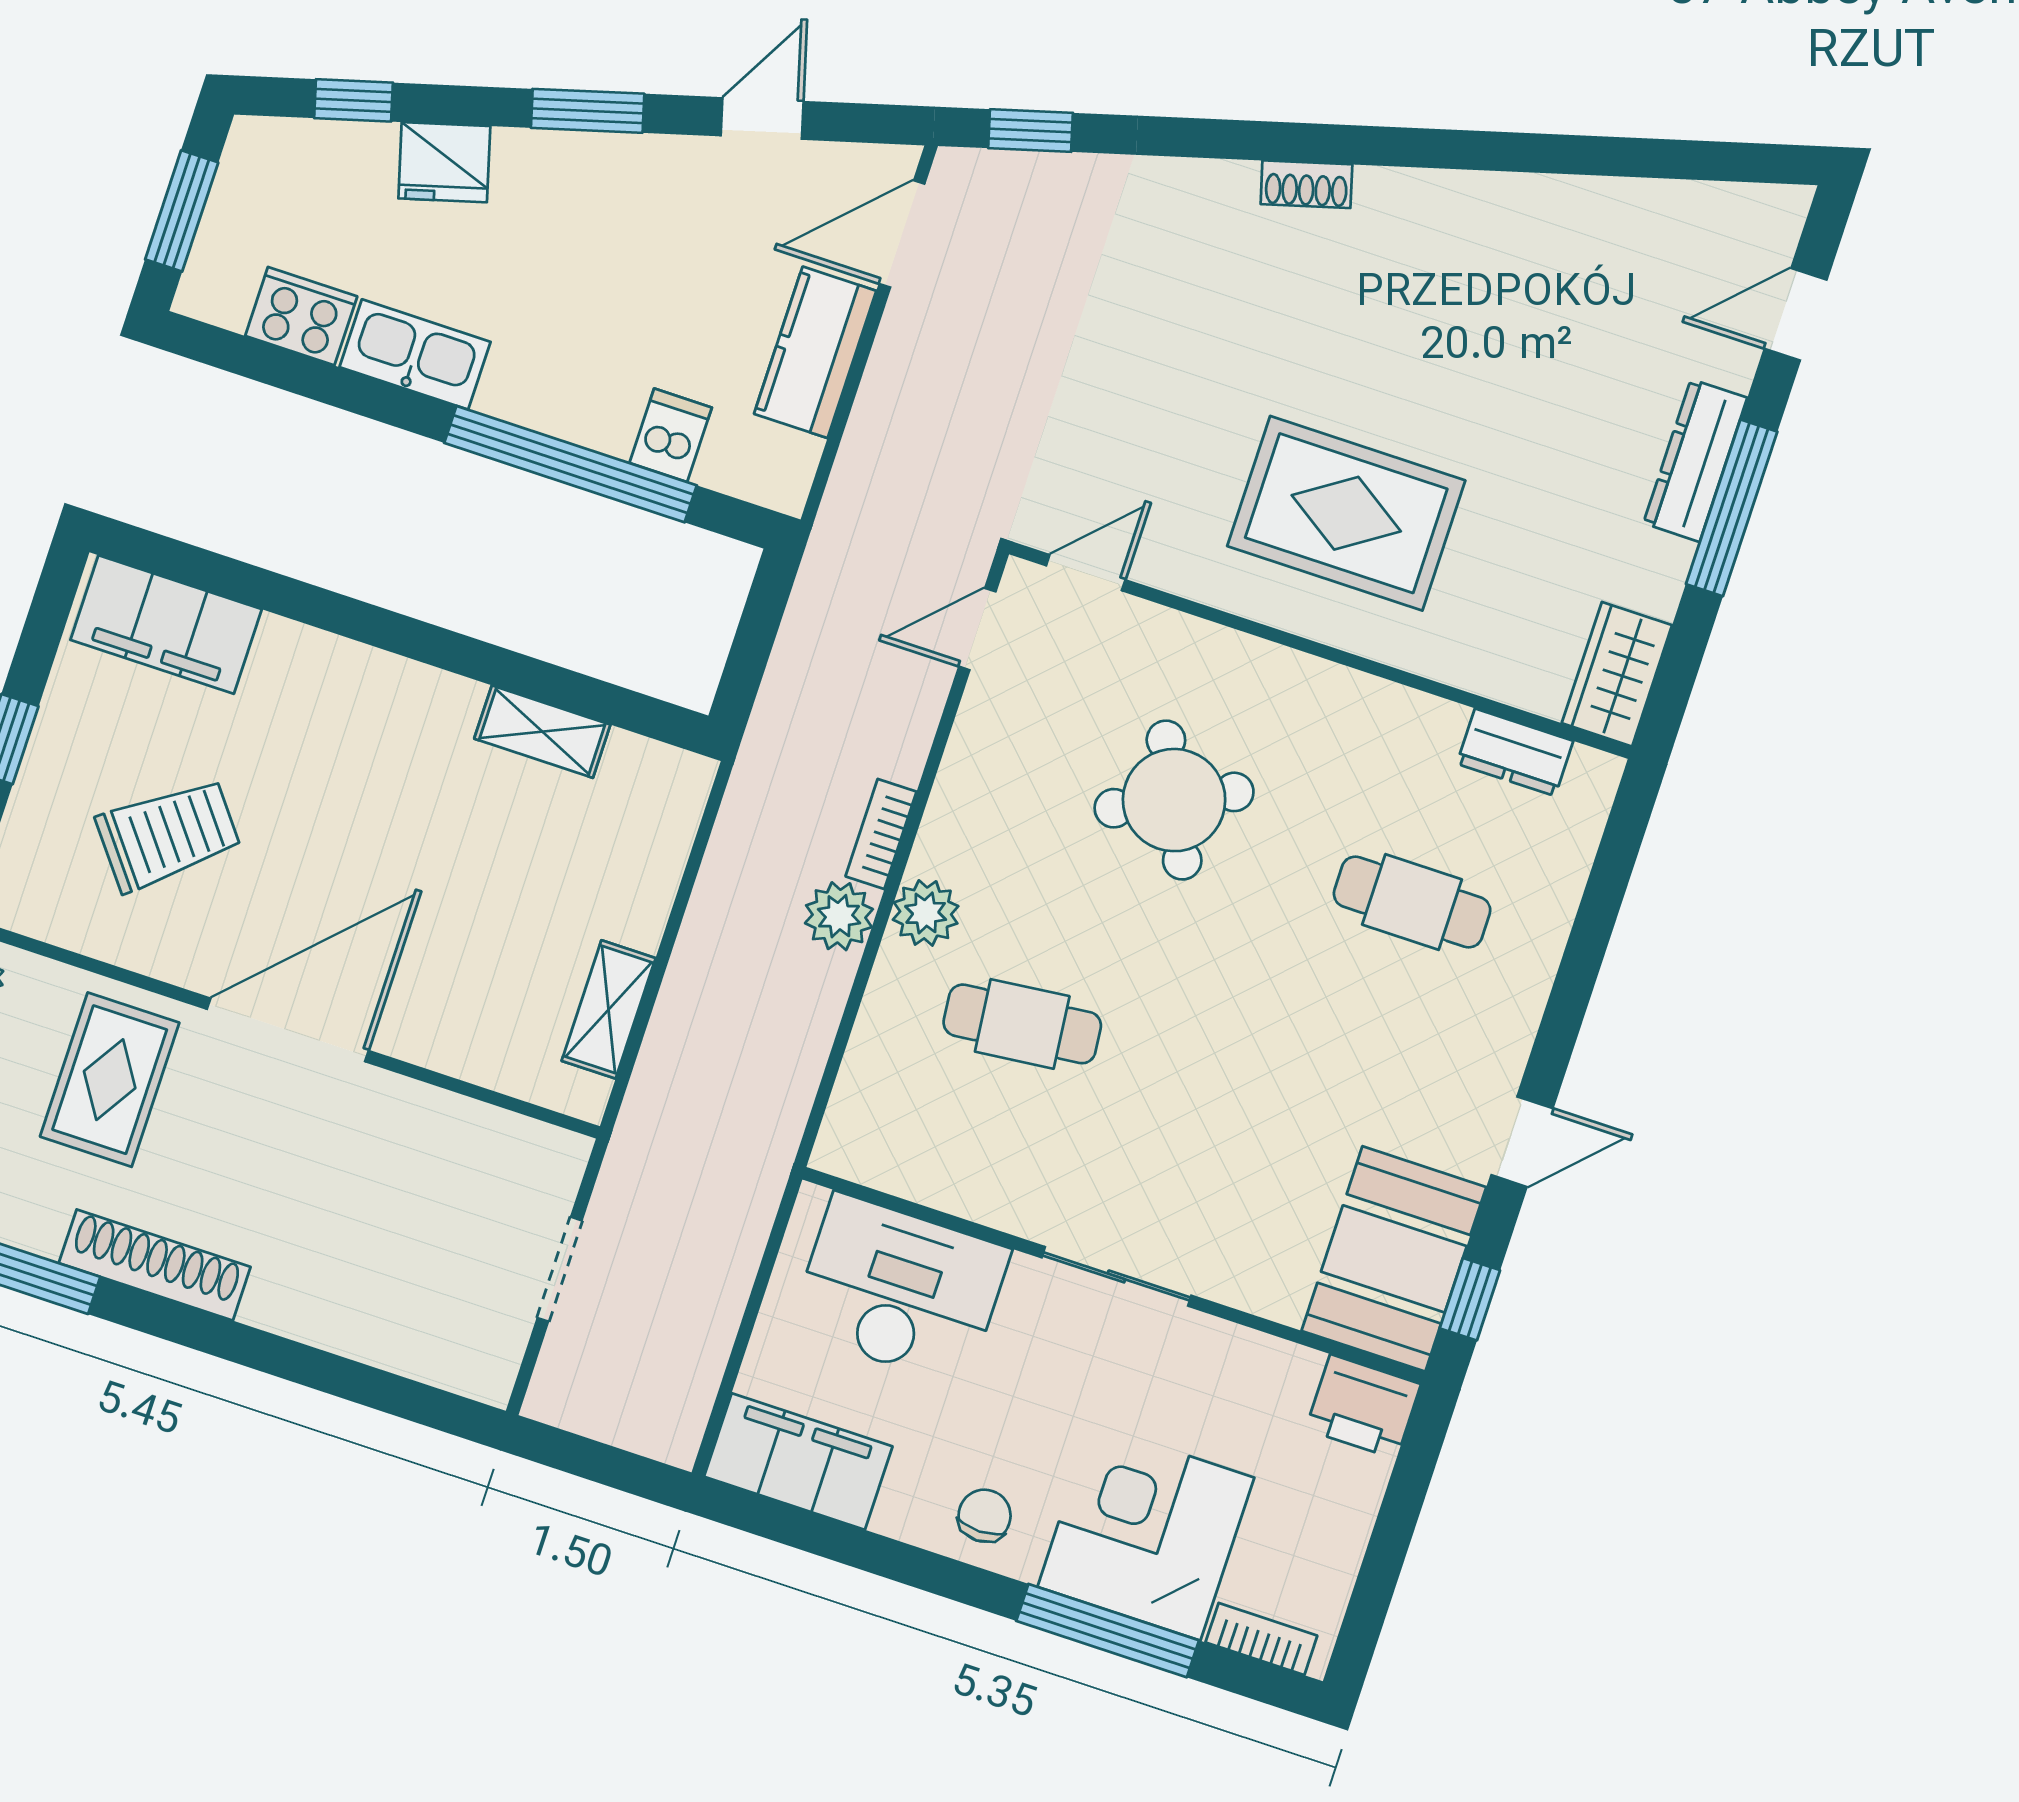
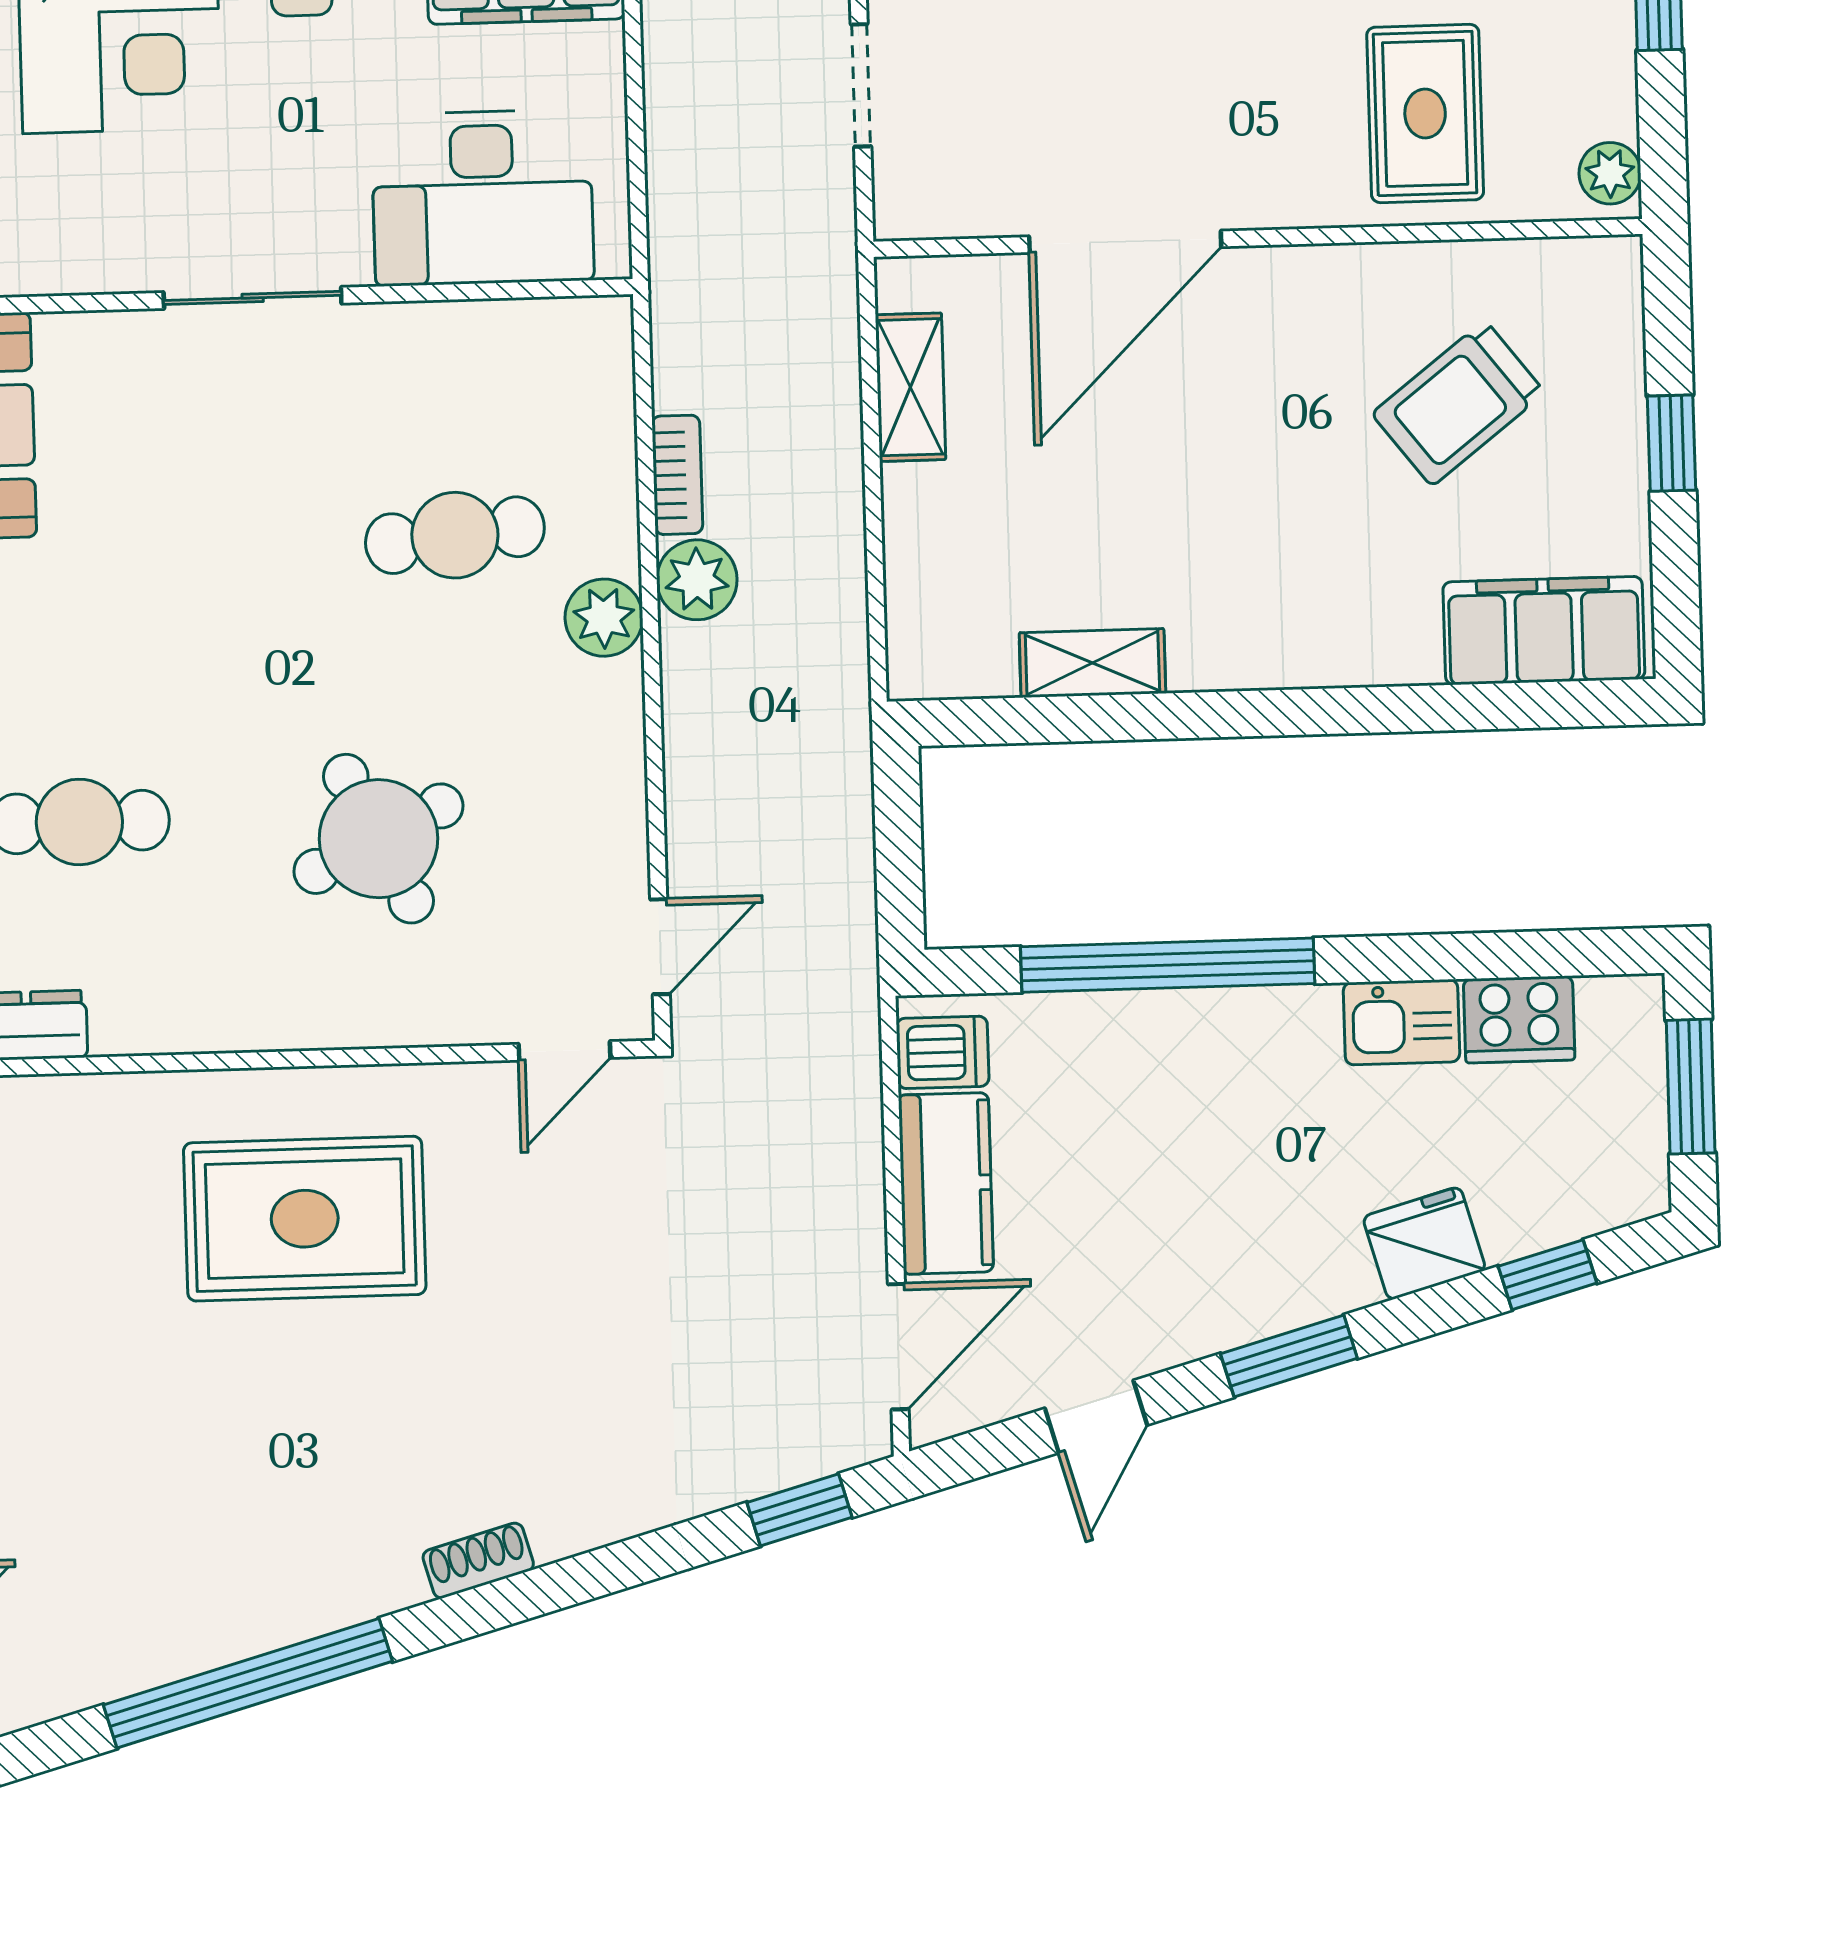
window: (1530, 153) -> (248, 1683), added
kitchen sink: (415, 354) -> (1401, 1022), width x0.73
dishwasher: (671, 435) -> (943, 1052), moved, turned -90
bookcase: (881, 834) -> (677, 475), moved
door: (288, 1030) -> (1125, 242), moved

